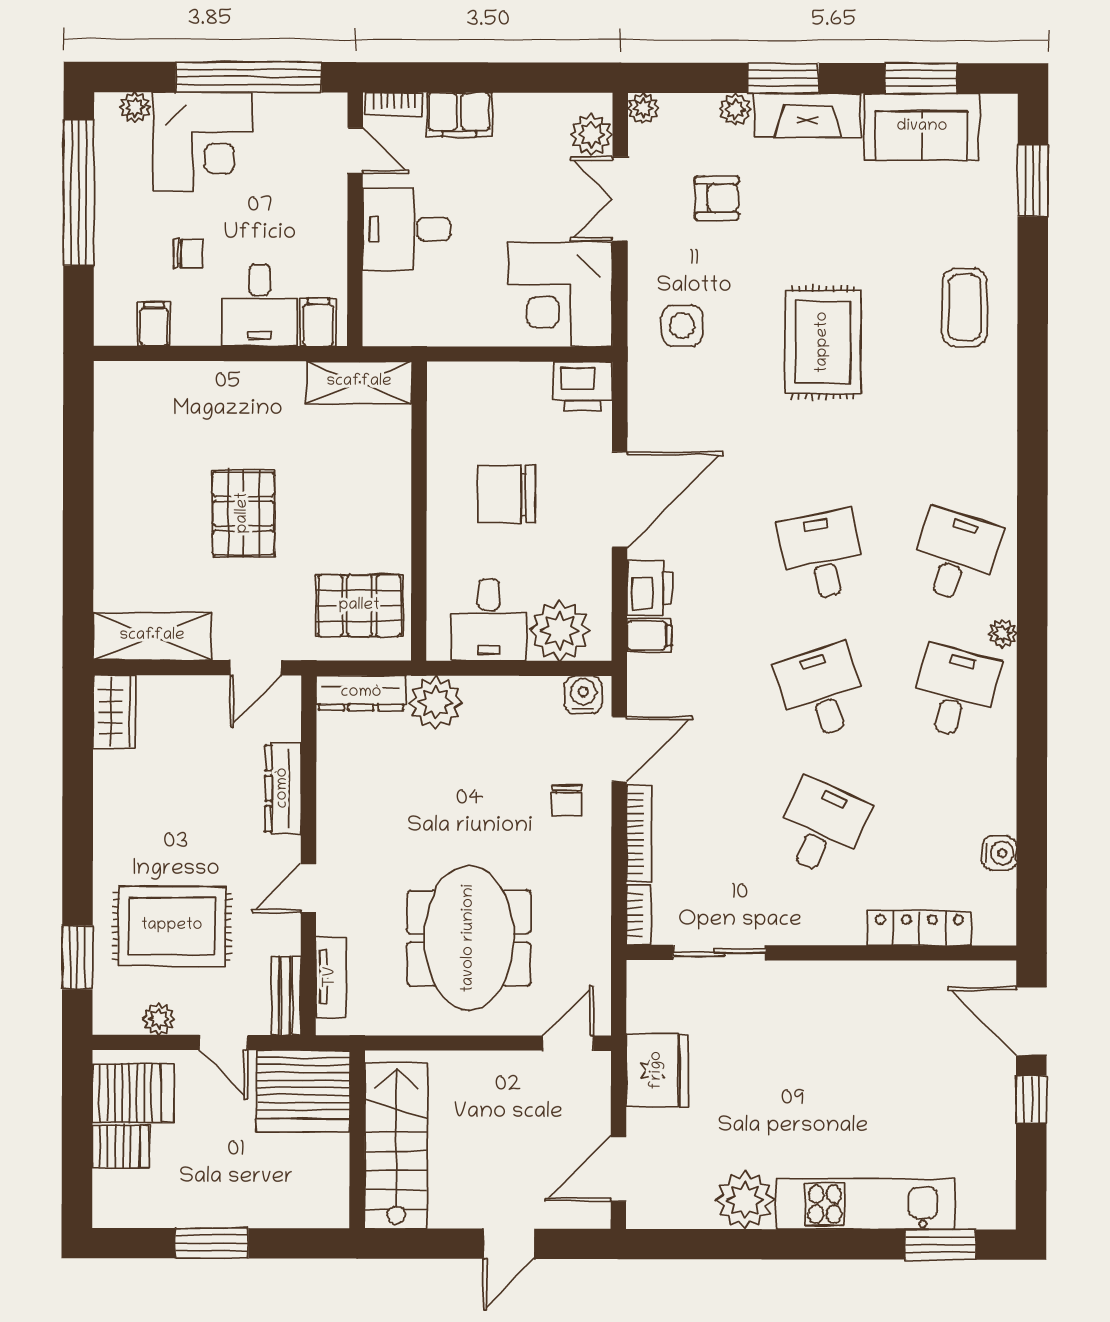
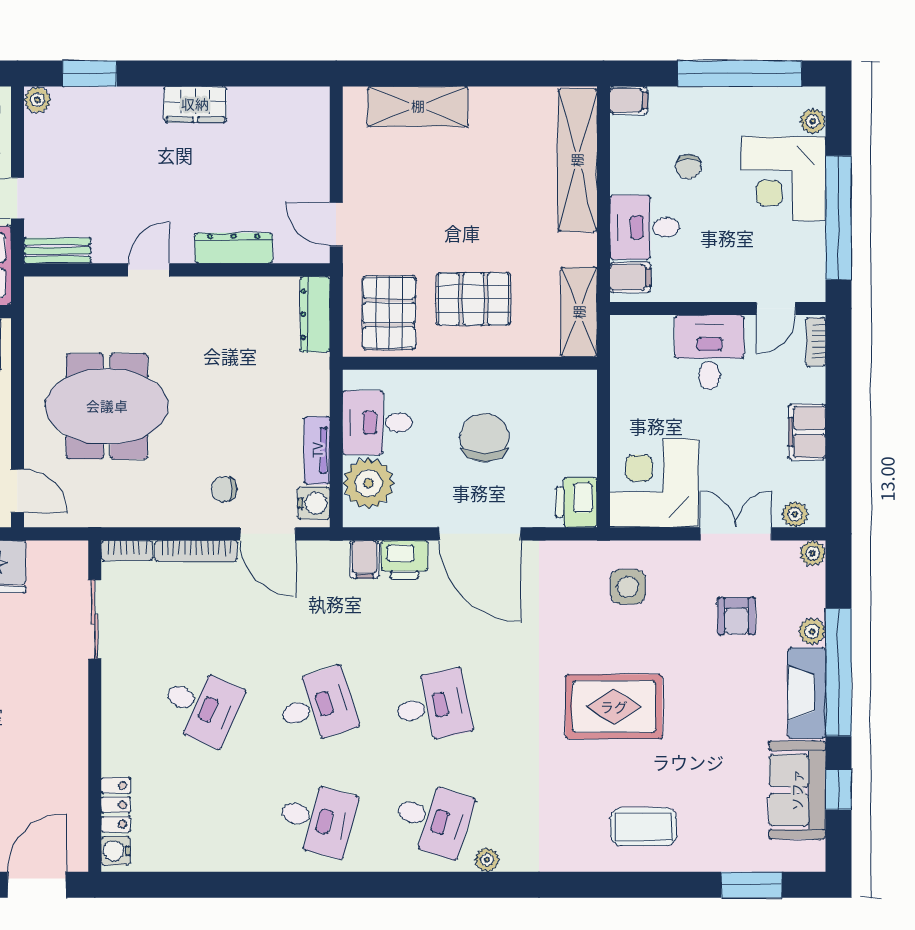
window: (783, 78) -> (838, 672), width x2.11
window: (921, 78) -> (838, 789), width x0.67
filing cabinet: (459, 115) -> (807, 432), moved
plant: (591, 135) -> (795, 514), width x0.73, depth x0.73
filing cabinet: (154, 324) -> (628, 100), moved
shelving: (180, 384) -> (577, 160), added
pallet: (243, 513) -> (473, 299), moved
plant: (1003, 634) -> (487, 860), moved
shelving: (152, 636) -> (418, 106), moved, turned 90
plant: (435, 702) -> (307, 377), removed
wardrobe: (114, 712) -> (195, 104), moved
water cooler: (999, 853) -> (116, 851), moved, turned 90
door: (308, 888) -> (149, 270), hinge flipped
rug: (172, 926) -> (116, 154), removed
locker: (919, 928) -> (116, 805), width x0.66
tv unit: (331, 977) -> (317, 450), moved, turned 90
plant: (159, 1019) -> (37, 100), moved

